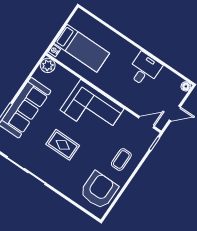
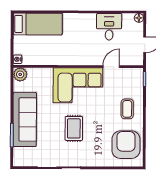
bed: (82, 48) -> (38, 24), moved
desk: (144, 70) -> (109, 27), moved
door: (146, 122) -> (111, 67), moved
rug: (63, 145) -> (74, 128), turned 90

